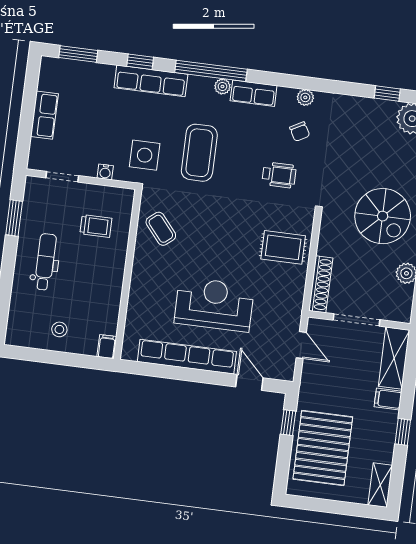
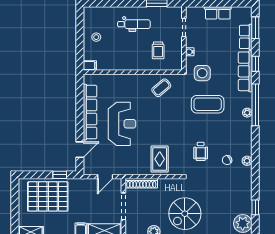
row of seats: (254, 93) -> (246, 37), moved

